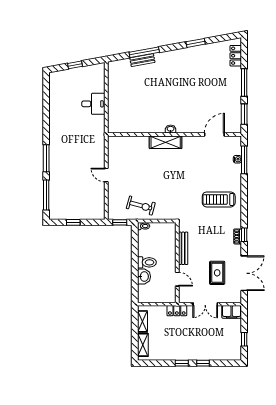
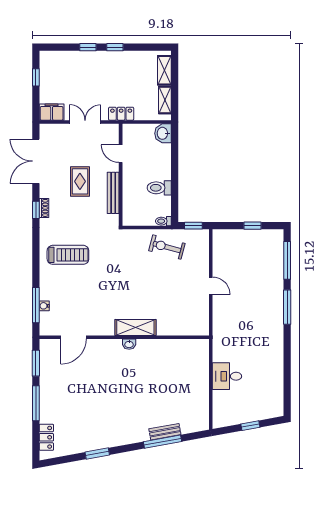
toilet: (147, 262) -> (159, 188), moved
rug: (217, 273) -> (80, 181), moved
washbasin: (144, 277) -> (163, 133), moved

